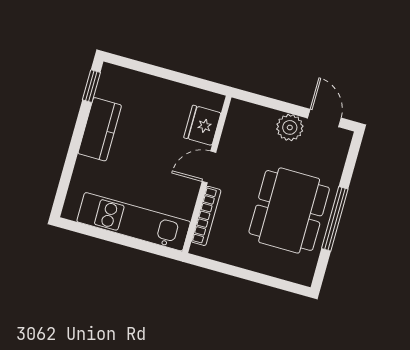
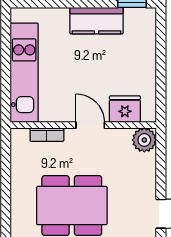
plant: (290, 127) -> (144, 140), moved
bookcase: (206, 216) -> (47, 135), width x0.64

